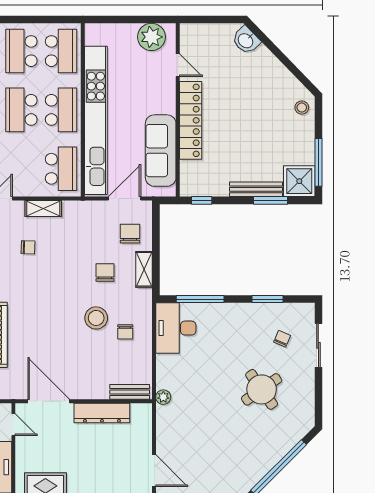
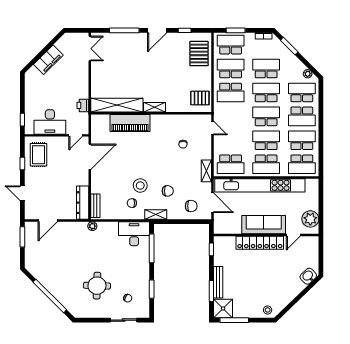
sofa: (161, 151) -> (264, 225), moved
shelving: (43, 209) -> (206, 171), moved
shelving: (144, 269) -> (156, 215), moved
round table: (262, 389) -> (97, 286), turned 37
dresser: (102, 413) -> (83, 203), moved

